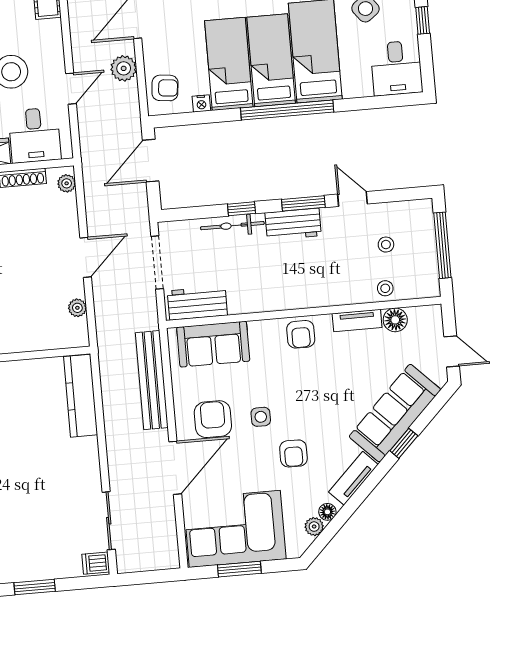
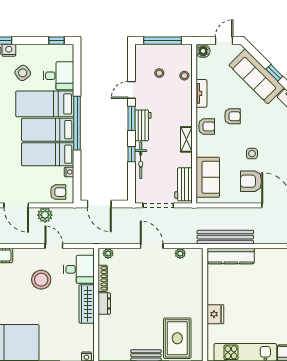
window: (423, 20) -> (56, 41), moved
desk: (396, 68) -> (58, 76), moved
armchair: (165, 88) -> (58, 192), turned 84
shelving: (275, 301) -> (186, 139), added
floor lamp: (395, 320) -> (203, 51), moved
bench: (152, 380) -> (225, 237), moved
armchair: (293, 453) -> (232, 116), moved

